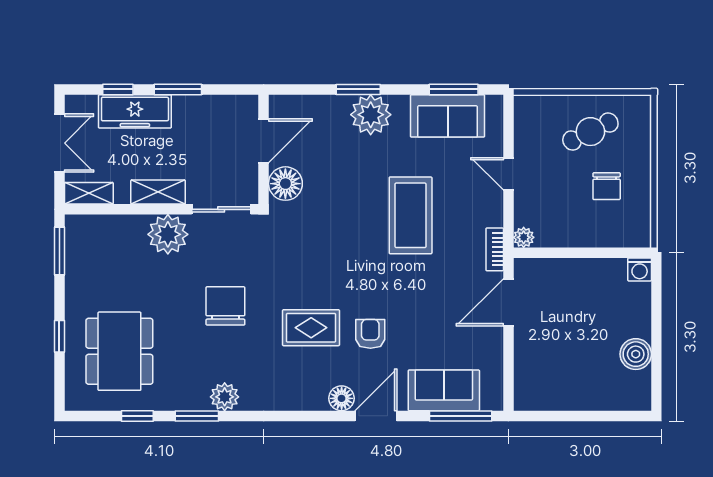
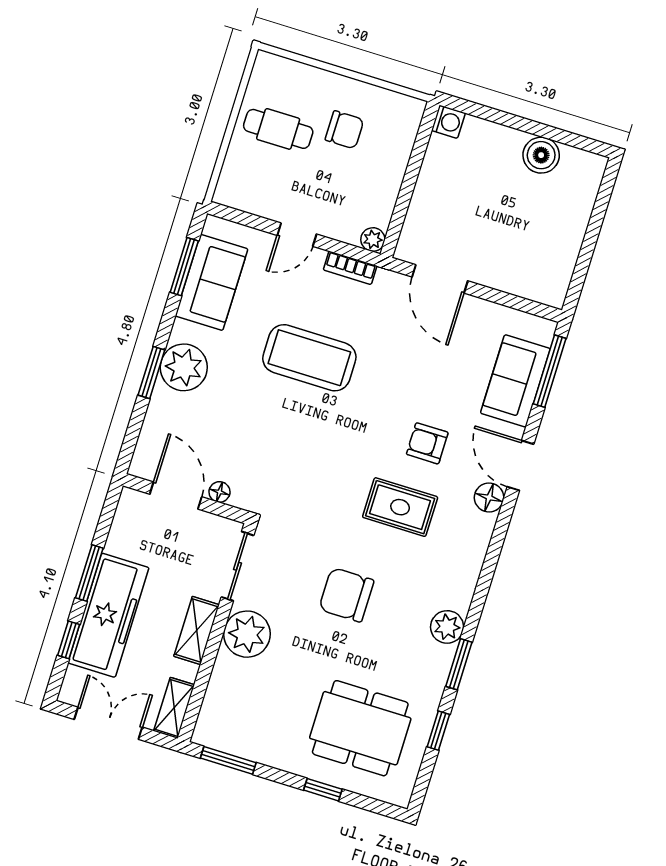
freezer: (135, 111) -> (108, 615), width x1.36, depth x1.26
cafe table: (590, 132) -> (278, 129), turned -64
floor lamp: (285, 184) -> (219, 492), width x0.53, depth x0.53
bookcase: (495, 249) -> (350, 268), moved
rug: (311, 328) -> (400, 507), turned 90

